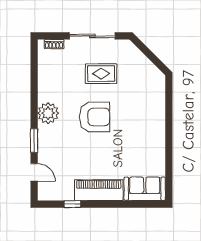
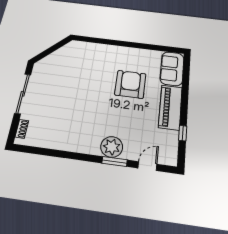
rug: (101, 74) -> (60, 91), removed
plant: (48, 113) -> (112, 147), moved
armchair: (95, 117) -> (130, 84), moved

